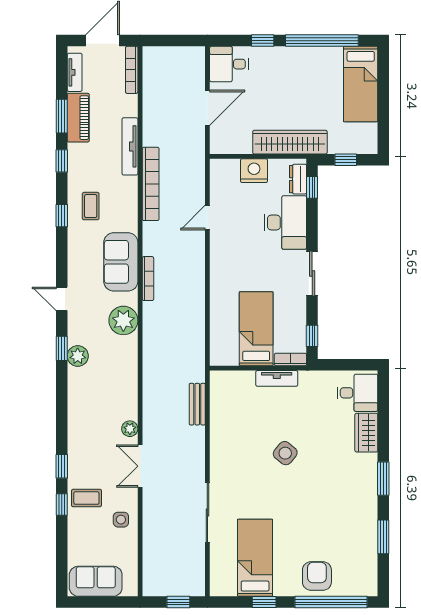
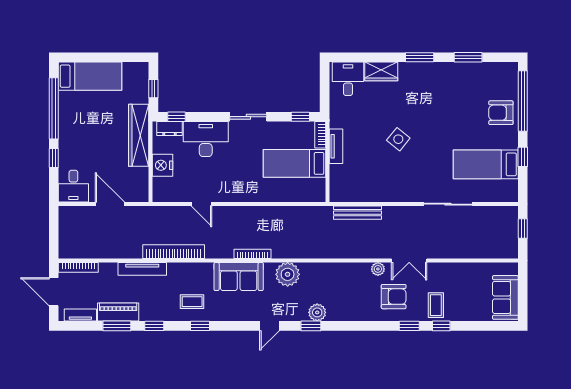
bench: (197, 404) -> (357, 213), width x1.36
armchair: (97, 448) -> (394, 297), added
side table: (121, 520) -> (454, 276), removed

